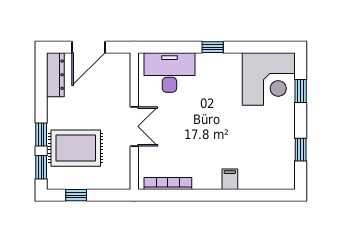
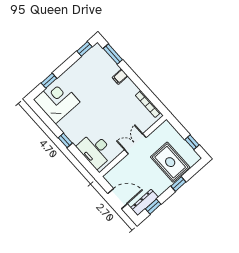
window: (301, 150) -> (84, 49), moved
window: (41, 167) -> (153, 207), moved
window: (264, 195) -> (113, 54), added

